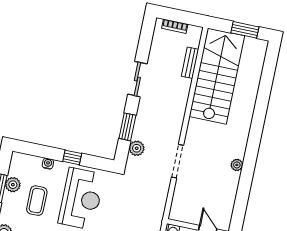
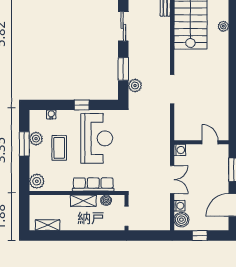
water cooler: (48, 164) -> (51, 114), moved
plant: (237, 165) -> (223, 26), moved

